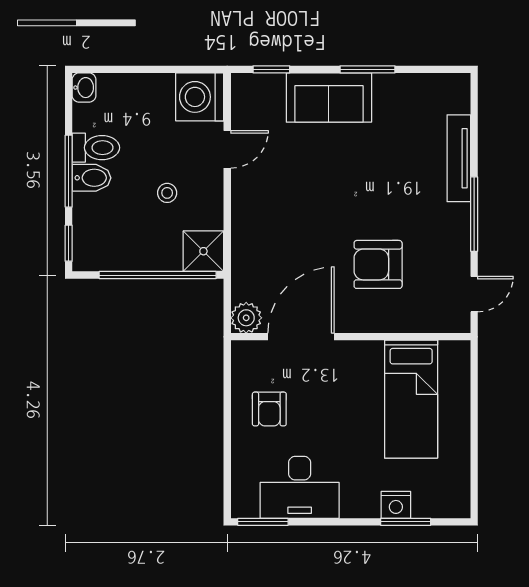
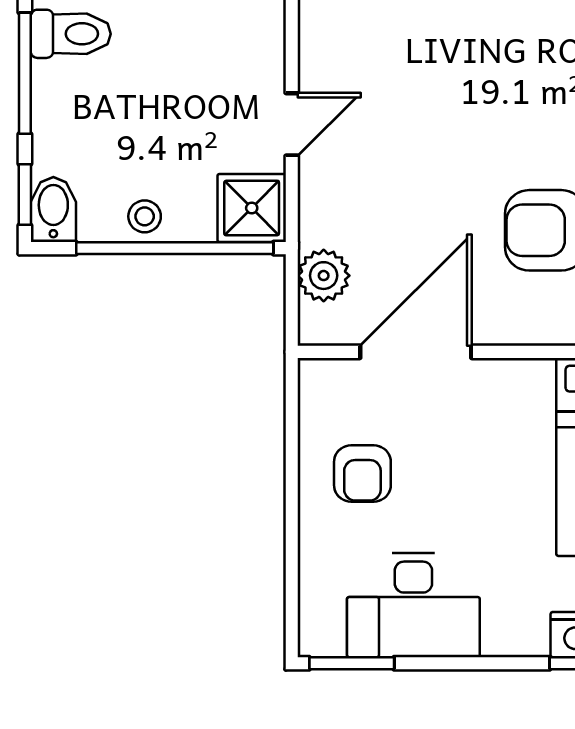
door: (227, 149) -> (292, 124), moved
bidet: (92, 178) -> (53, 210), moved, turned -90
stool: (167, 193) -> (145, 216), moved
plant: (246, 318) -> (324, 276), moved

